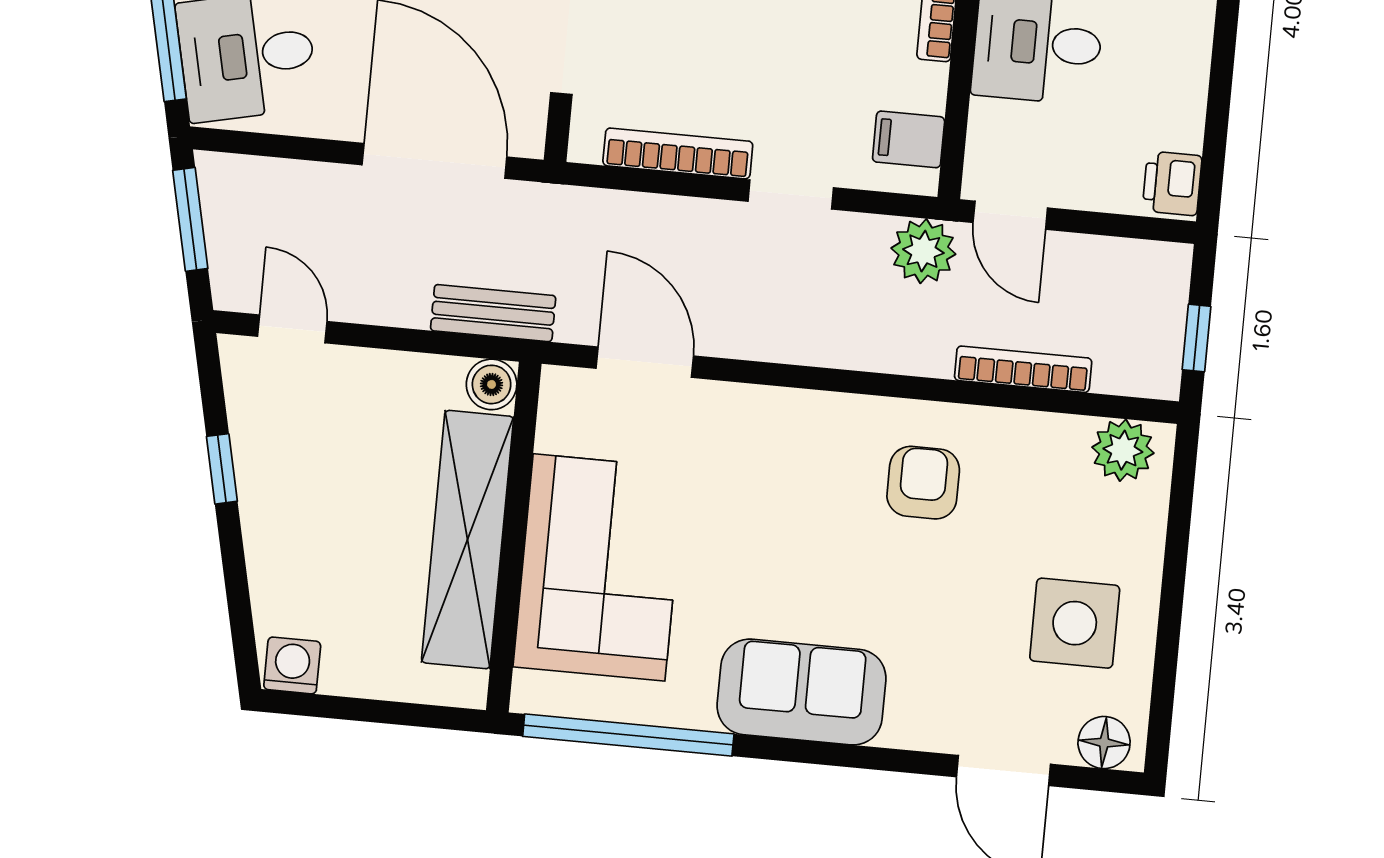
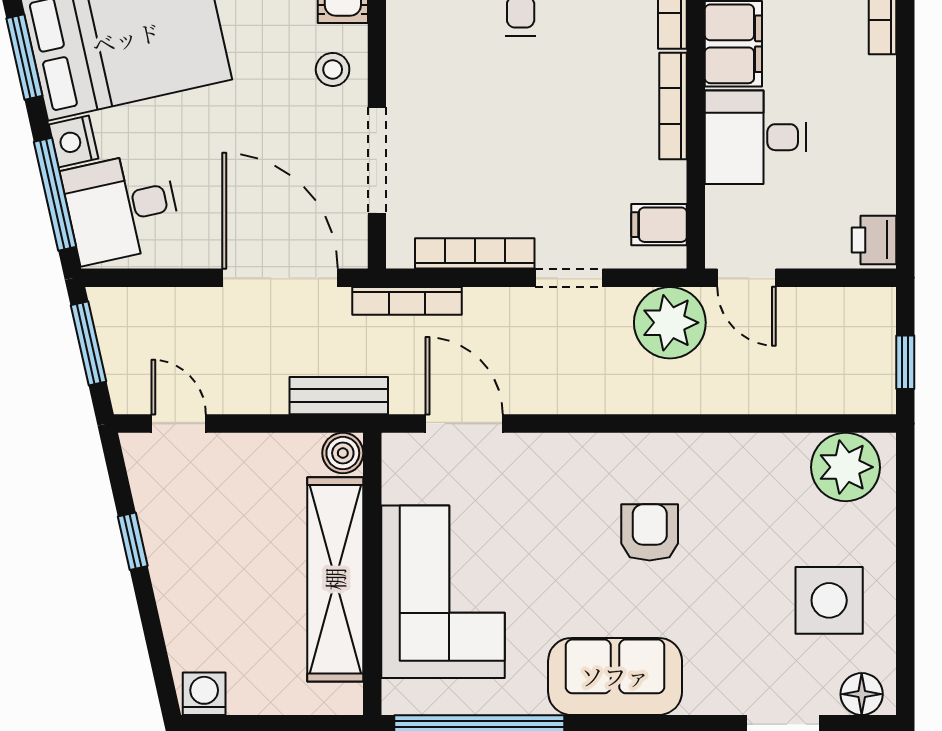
plant: (923, 251) -> (670, 323), width x1.36, depth x1.36
bookcase: (1023, 369) -> (407, 301), moved, turned 180
plant: (1123, 450) -> (846, 467), width x1.36, depth x1.36
armchair: (923, 483) -> (650, 532), moved

